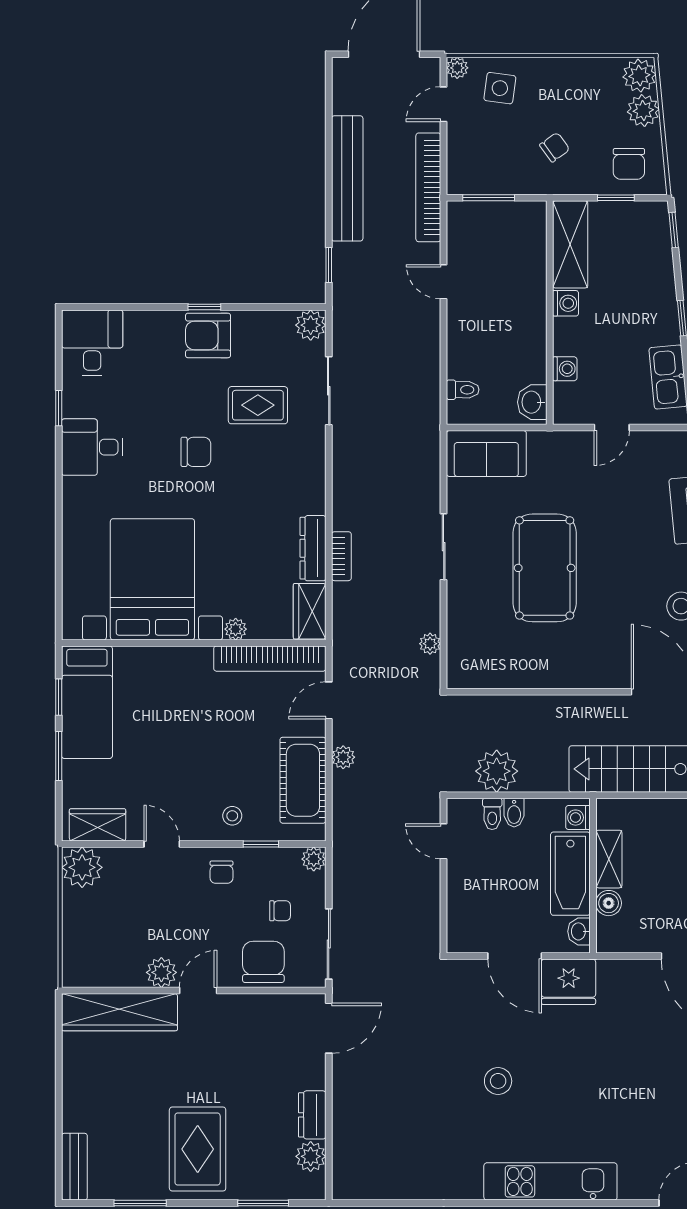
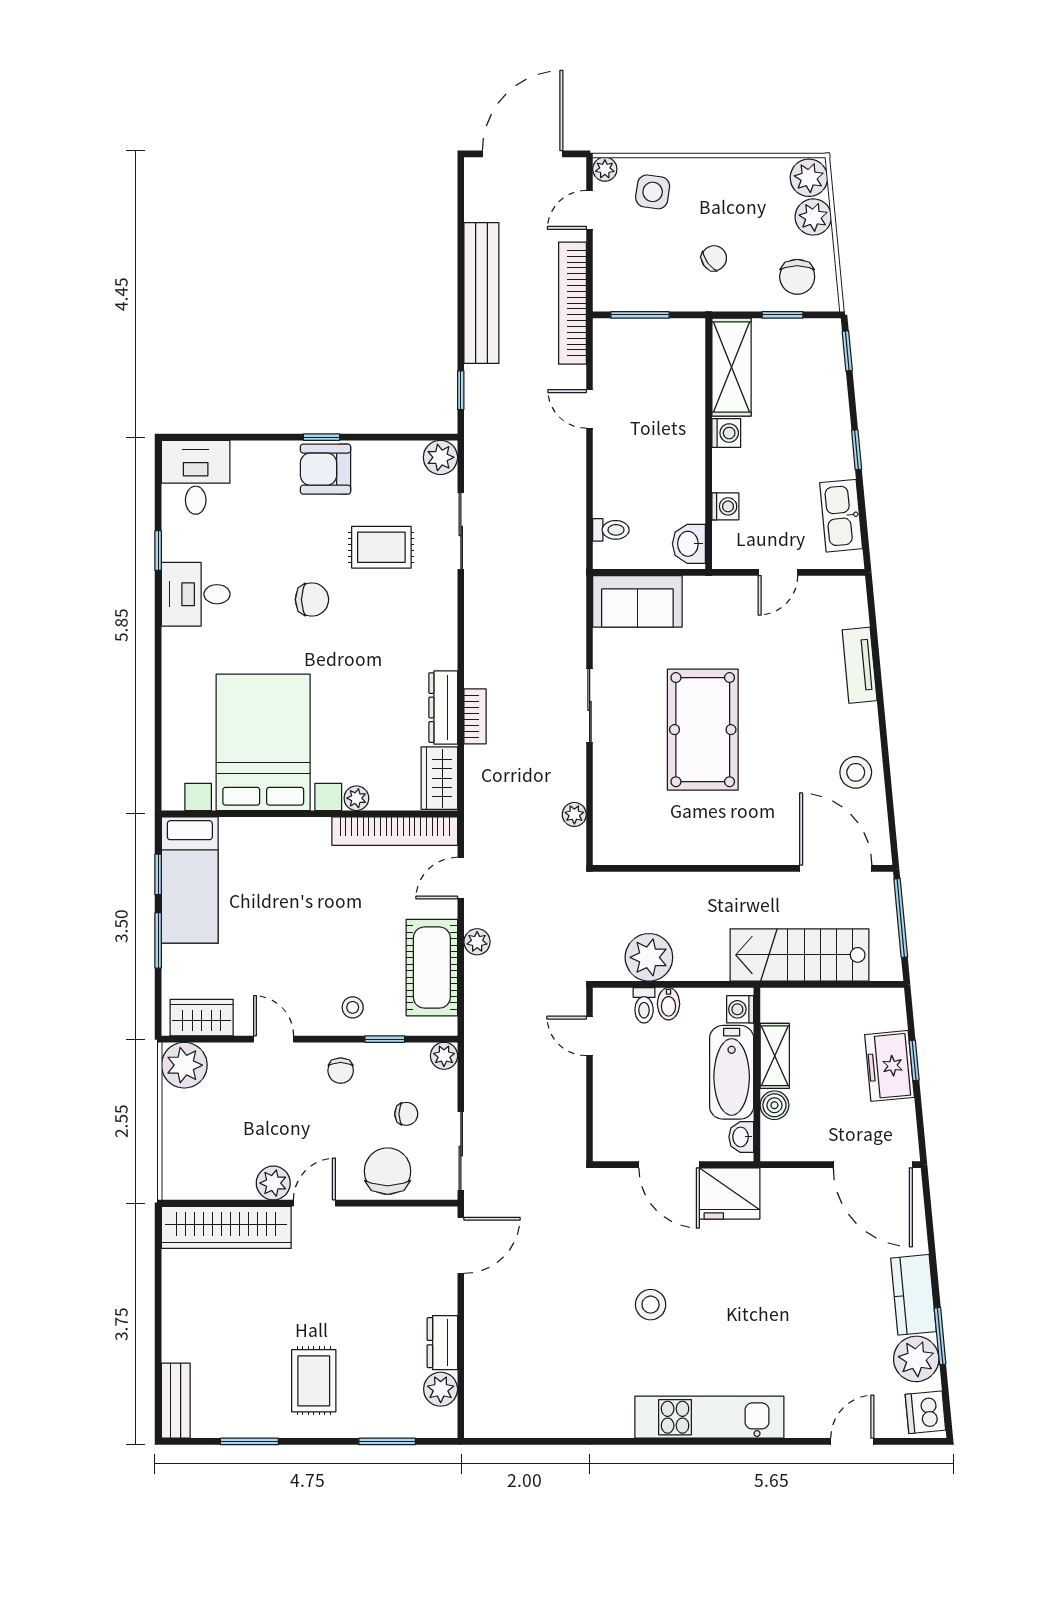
rug: (198, 1149) -> (314, 1381), width x0.73, depth x0.70

